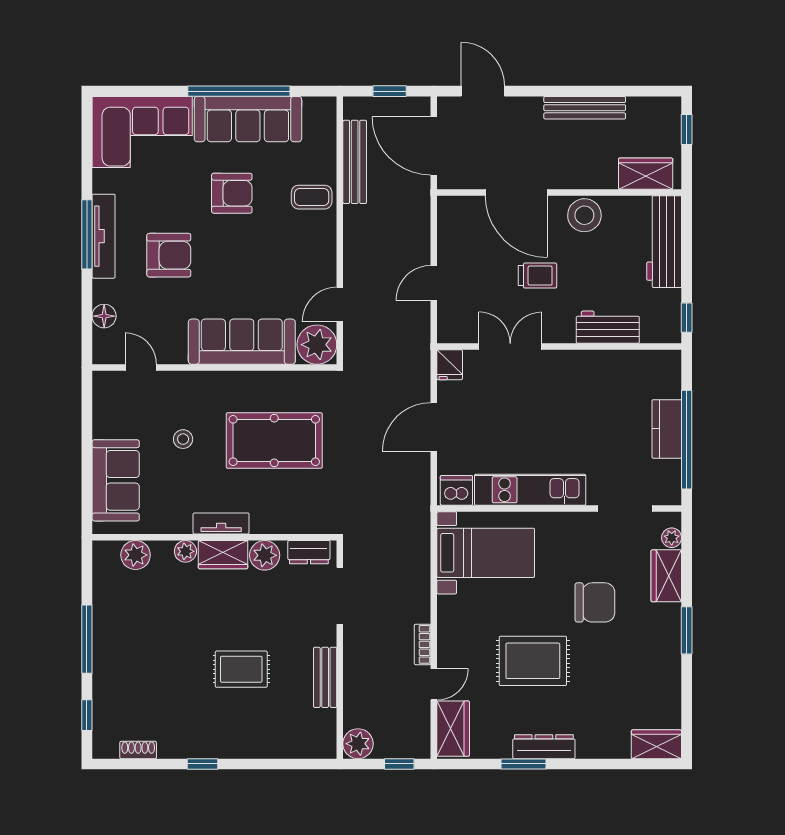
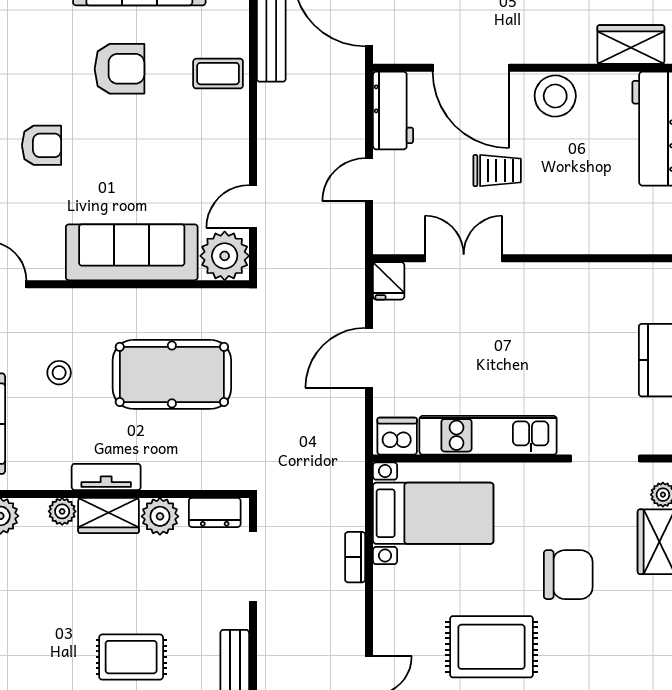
armchair: (169, 255) -> (42, 145), width x0.72, depth x0.72
workbench: (608, 327) -> (393, 111), moved, turned 90
bookcase: (423, 644) -> (355, 557), moved

